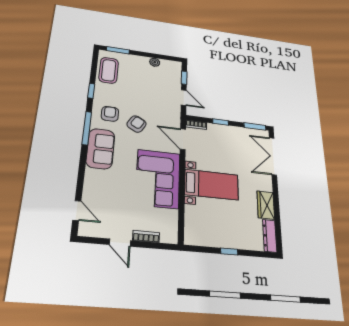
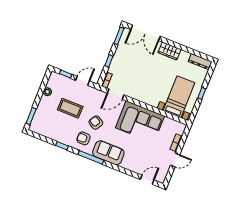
coffee table: (109, 70) -> (70, 108), moved
bed with nightstands: (212, 185) -> (179, 97), moved
wardrobe: (266, 205) -> (169, 51), moved

